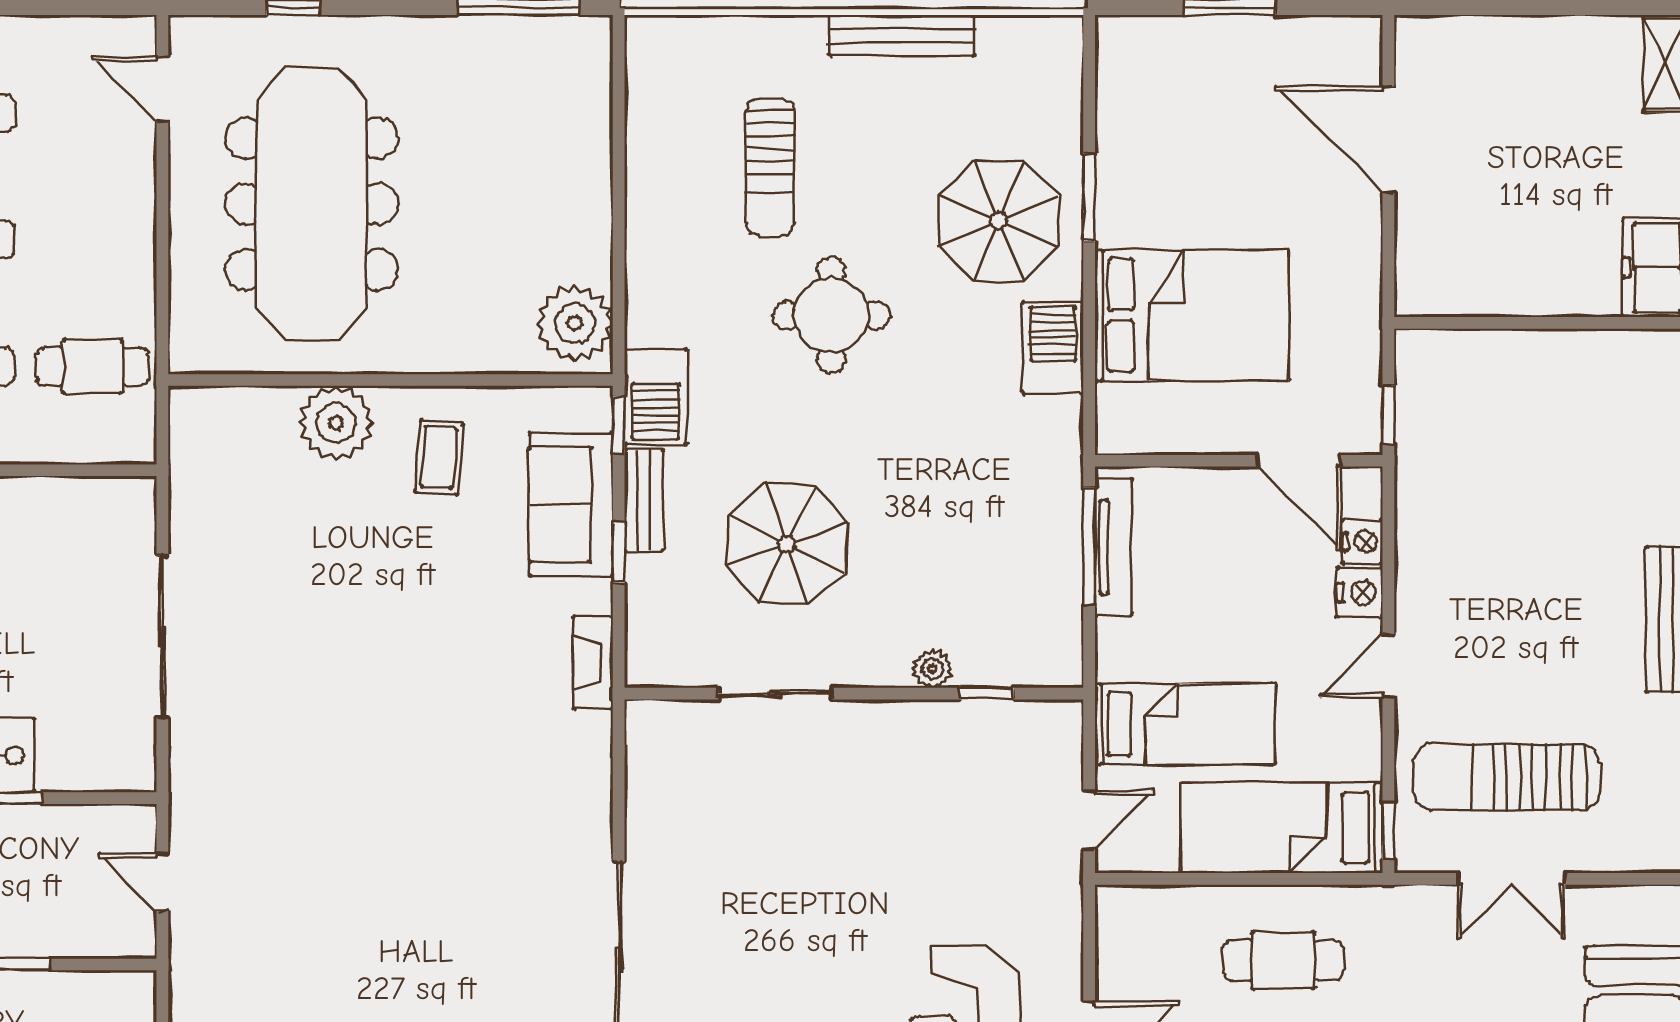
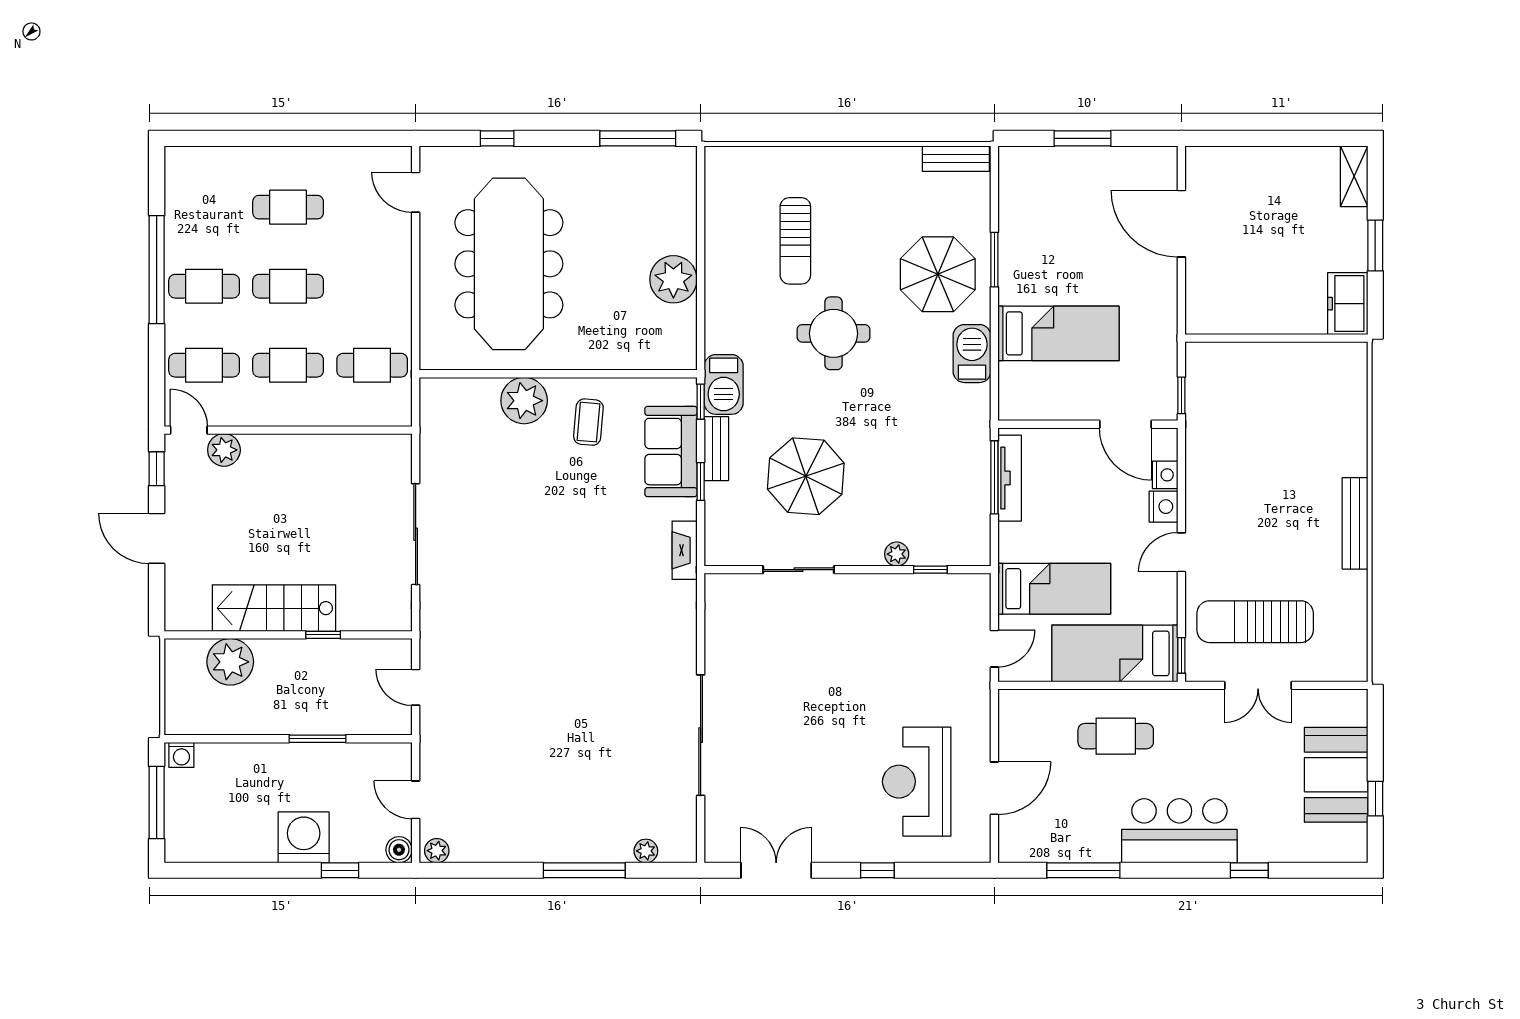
bench: (902, 35) -> (956, 159), moved, width x0.73
bed: (1192, 315) -> (1059, 333), width x0.67
plant: (575, 323) -> (673, 279), moved

